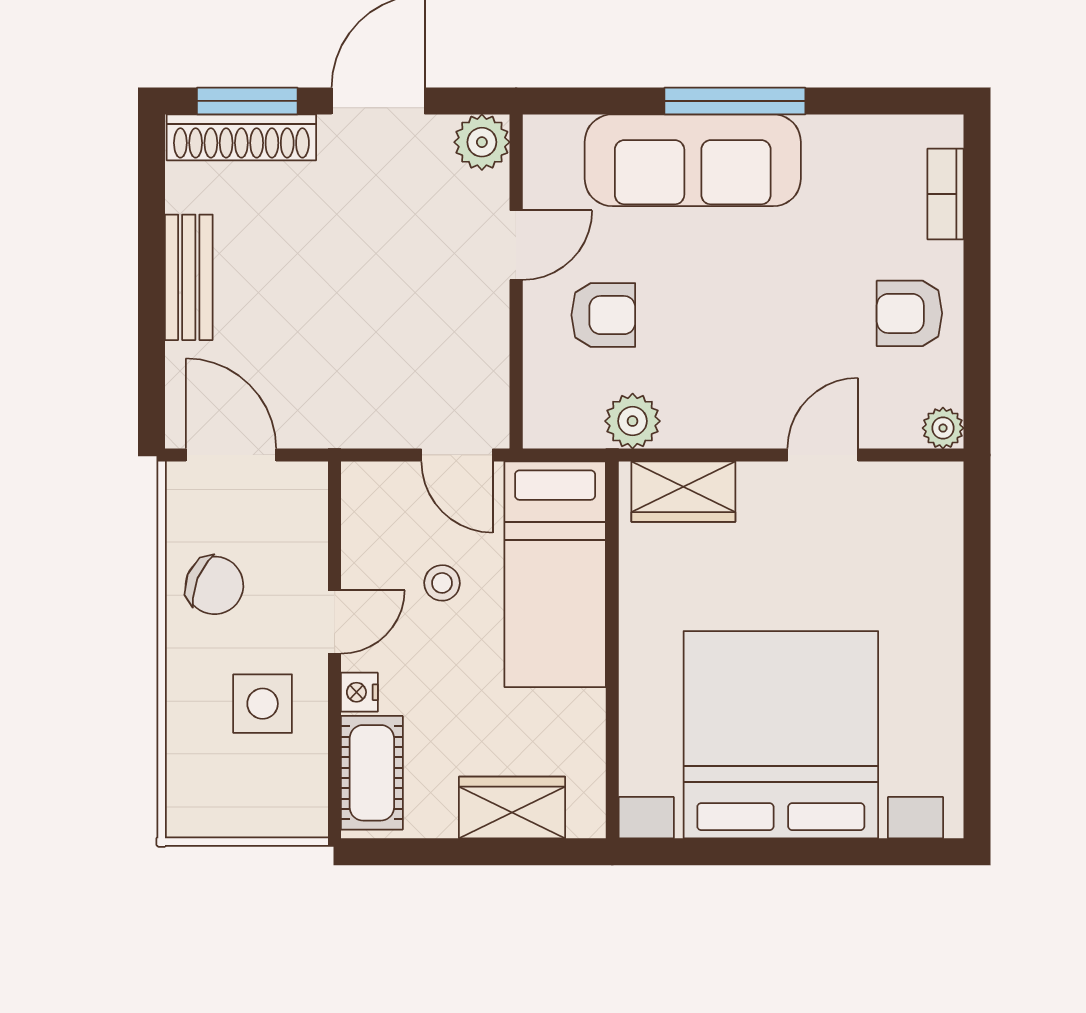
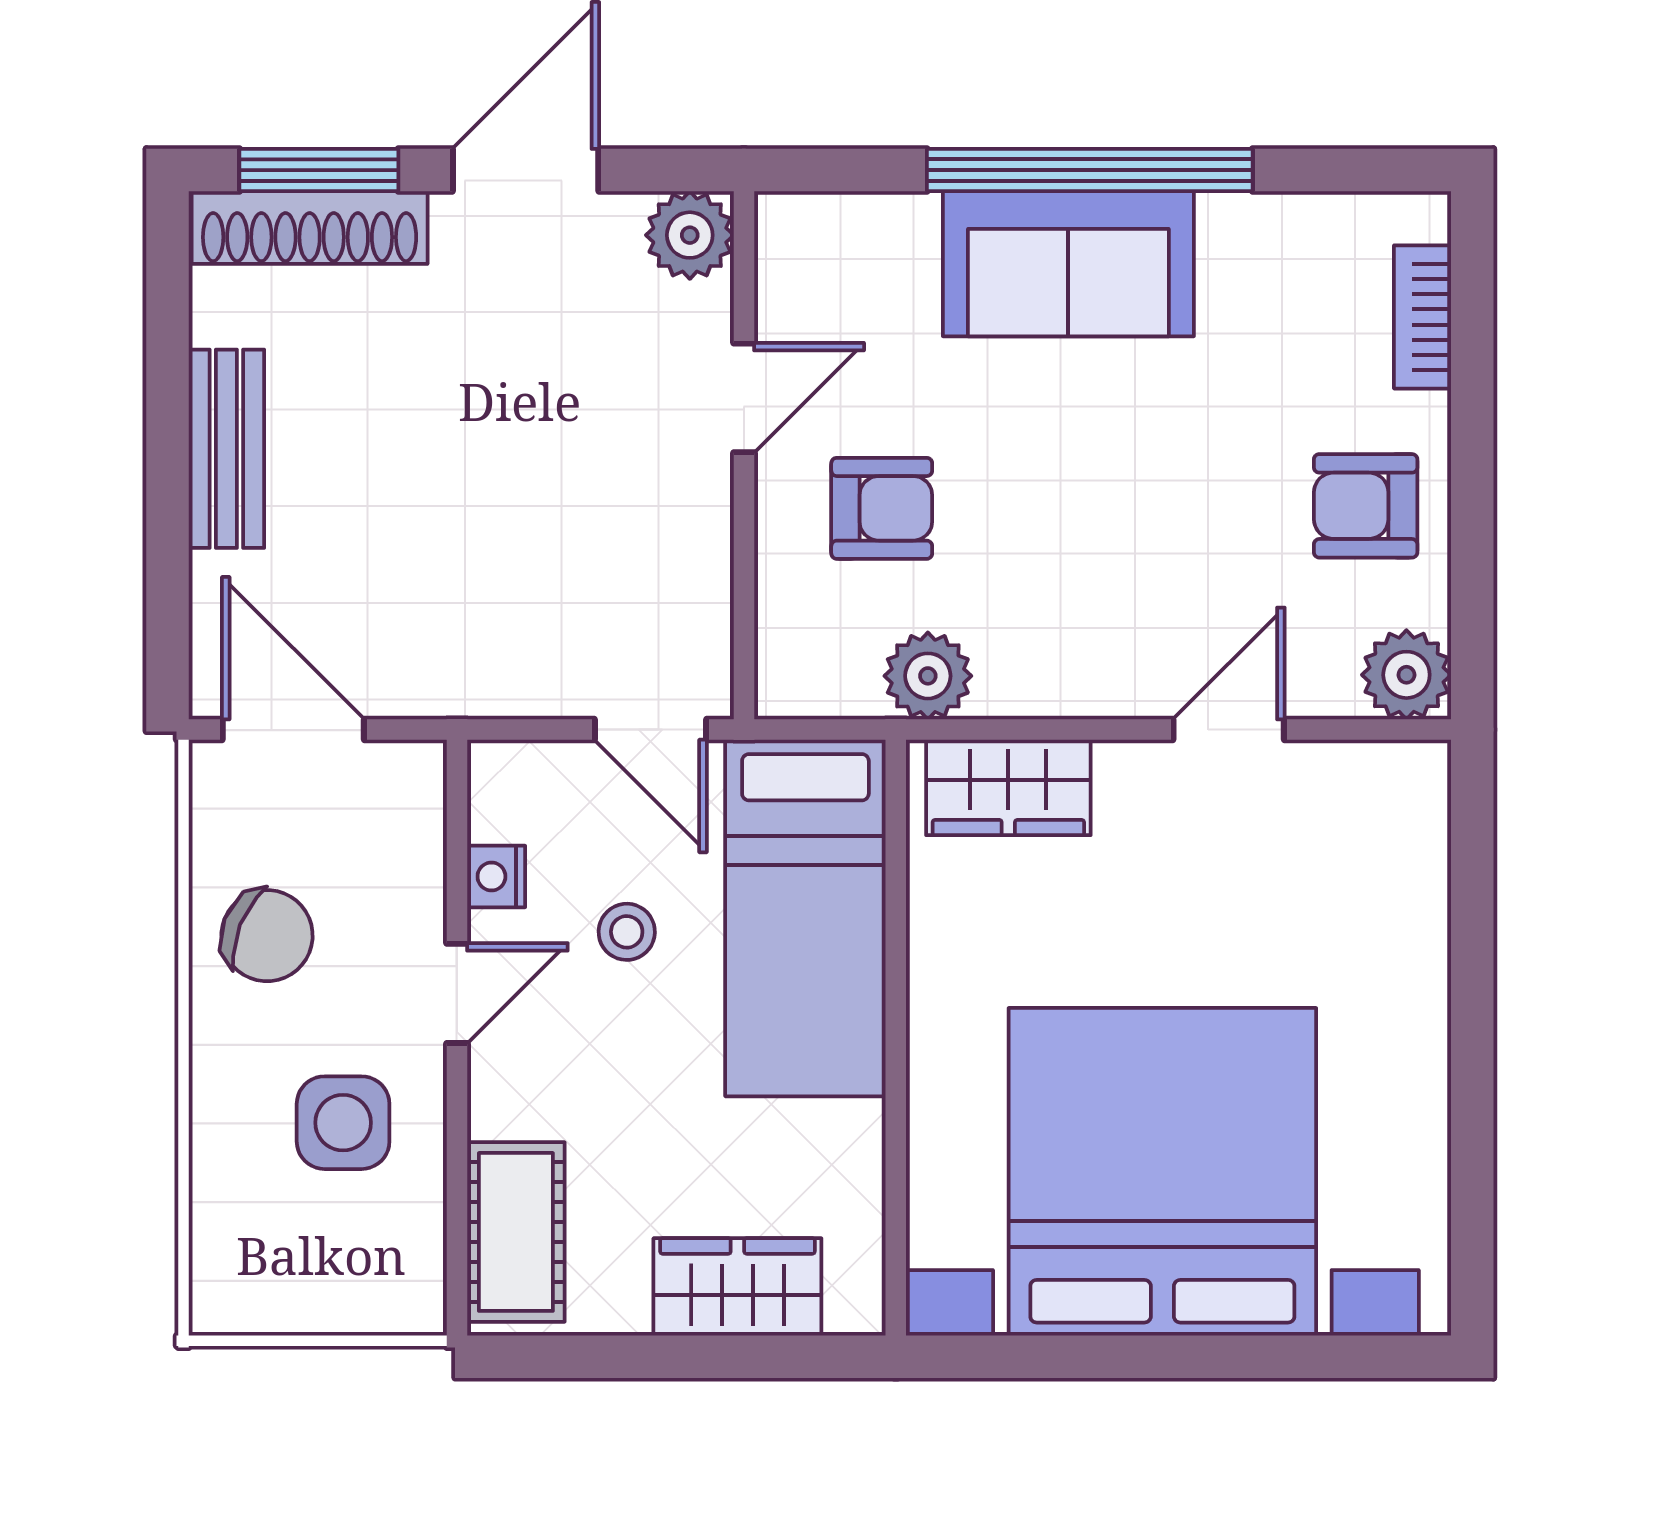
window: (735, 101) -> (1090, 170), width x1.46
sofa: (693, 160) -> (1068, 264), width x0.73
plant: (943, 428) -> (1406, 675), width x1.38, depth x1.38
nightstand: (359, 692) -> (496, 877), moved

